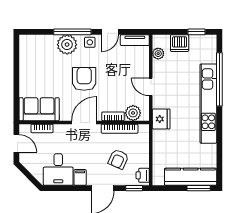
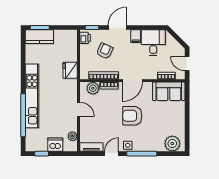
plant: (67, 45) -> (172, 144), moved
armchair: (84, 79) -> (132, 116), turned 90
fridge: (161, 119) -> (70, 70), moved
kitchen counter: (191, 177) -> (39, 37), width x0.67

